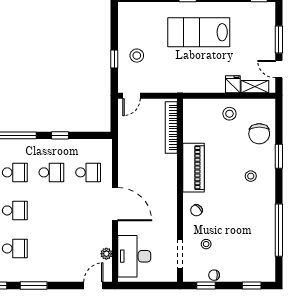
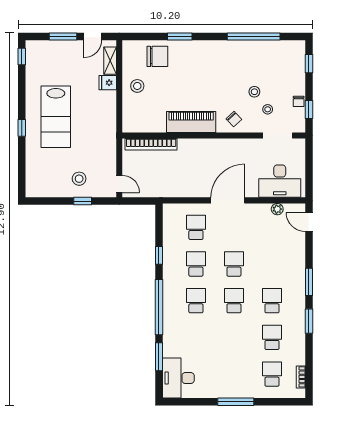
stool: (251, 176) -> (254, 92), moved
school desk: (51, 210) -> (234, 264), added

